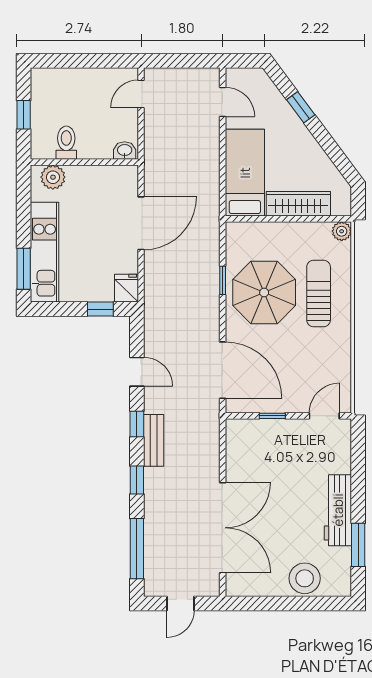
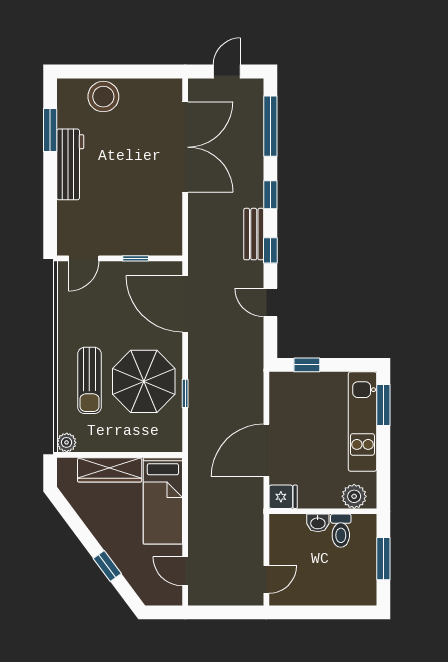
window: (24, 115) -> (383, 559), width x1.50
washbasin: (125, 151) -> (318, 523), moved
fridge: (126, 288) -> (283, 497), moved, turned -90
double door: (223, 528) -> (185, 147), swing flipped

